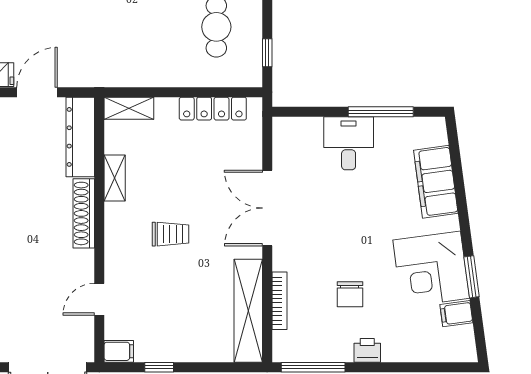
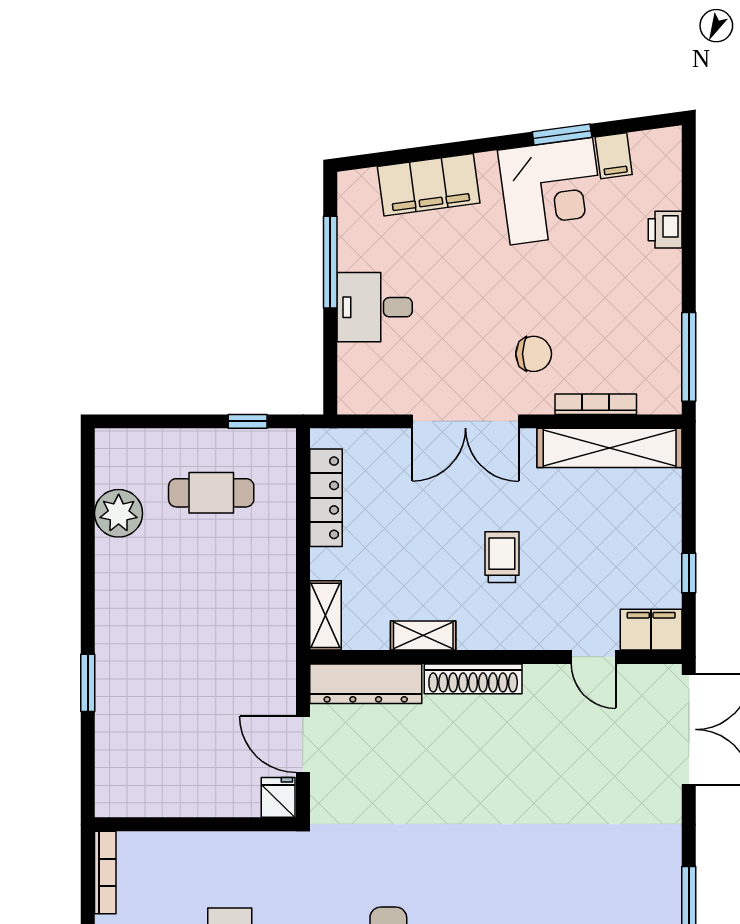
chair: (350, 294) -> (534, 354), moved
printer: (367, 350) -> (665, 230), moved
filing cabinet: (119, 351) -> (651, 630), width x2.00

